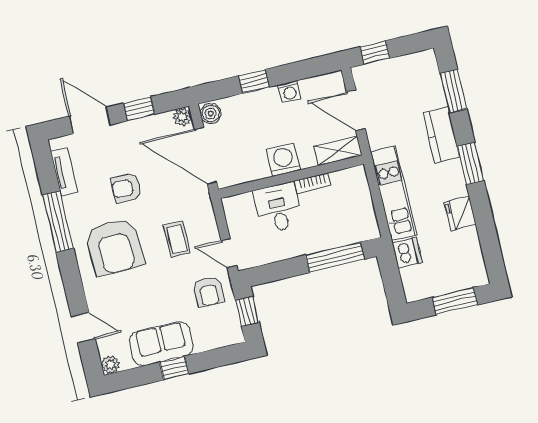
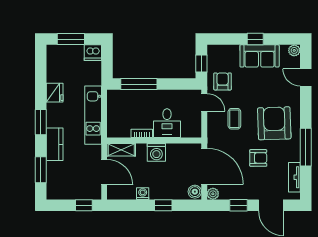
dishwasher: (407, 253) -> (93, 53), moved, turned -90

